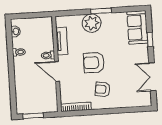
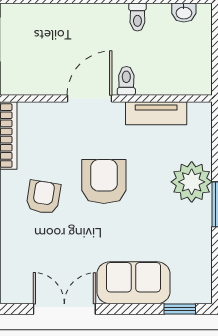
sofa: (137, 27) -> (133, 283), moved
window: (150, 39) -> (180, 309), moved

